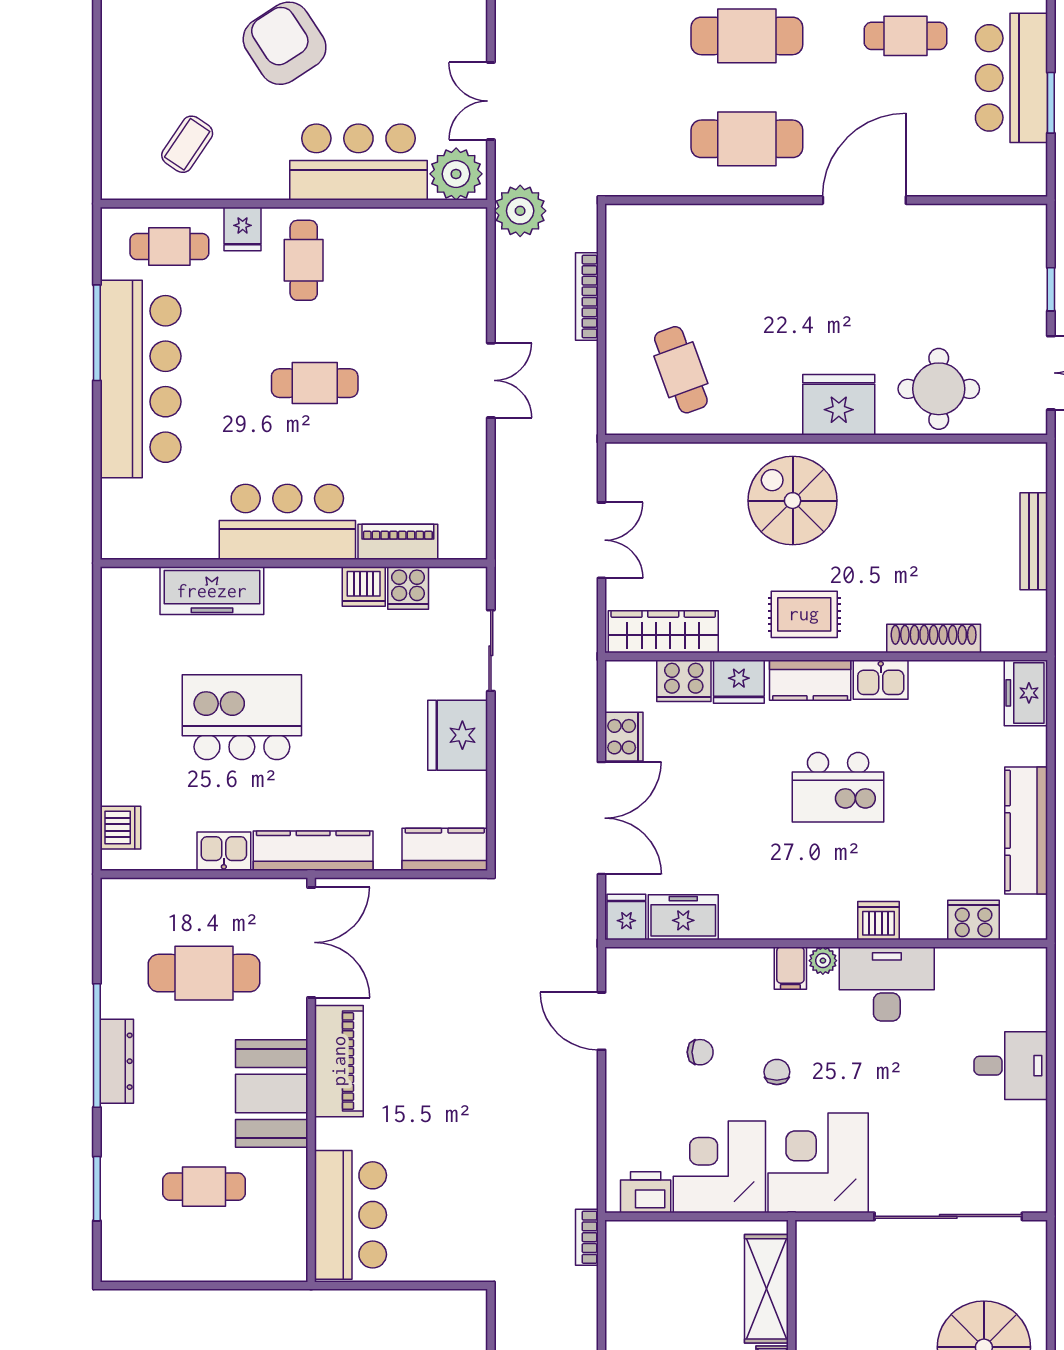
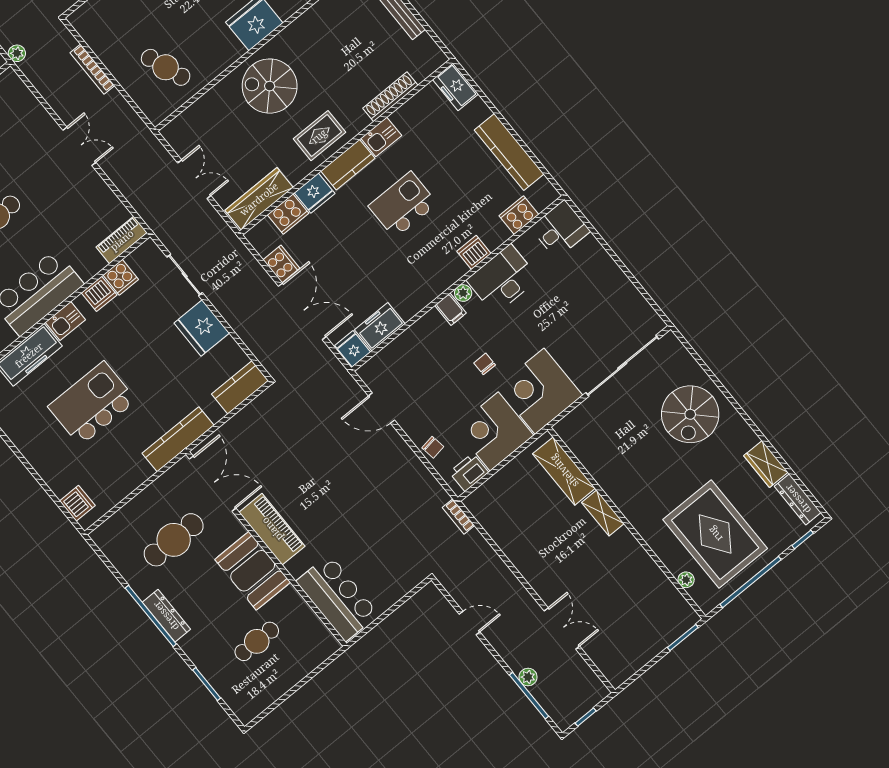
plant: (520, 211) -> (17, 53), width x0.53, depth x0.53
piano: (398, 542) -> (122, 240), moved
kitchen island: (838, 787) -> (403, 205), turned 180
kitchen sink: (224, 851) -> (65, 321), moved, turned 180
chair: (700, 1052) -> (433, 447), moved, turned 81
desk: (1011, 1066) -> (560, 229), moved

